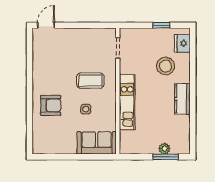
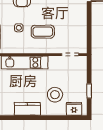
coffee table: (90, 81) -> (43, 32), turned 90

